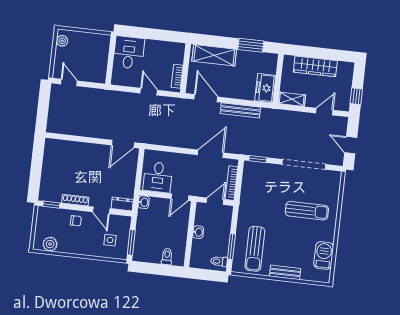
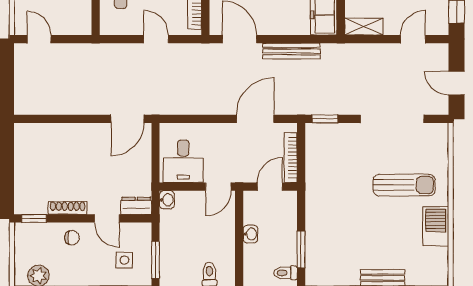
sun lounger: (255, 249) -> (335, 249), removed
barbecue: (324, 255) -> (436, 226), moved

